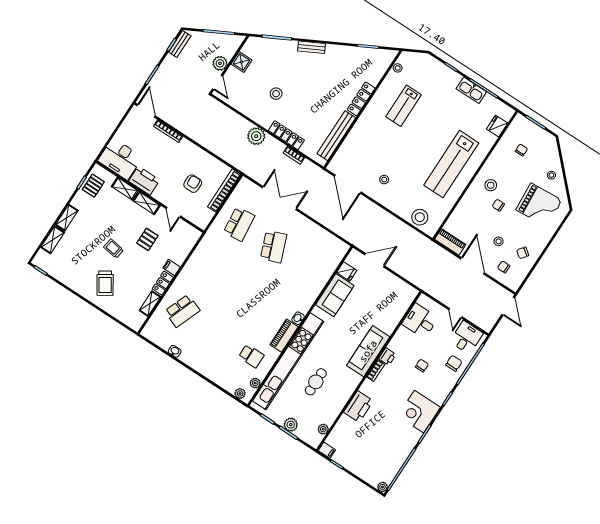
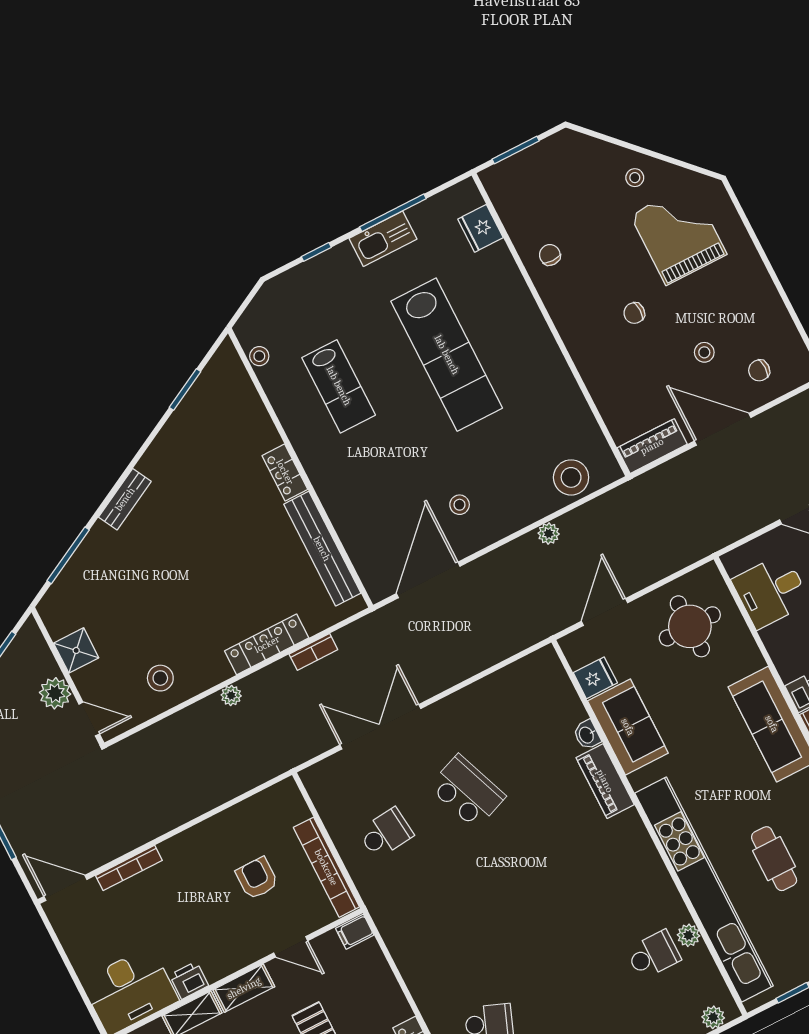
stool: (276, 94) -> (160, 678), moved
locker: (361, 99) -> (285, 472), width x0.66
plant: (256, 136) -> (231, 695), width x0.53, depth x0.53
chair: (521, 150) -> (550, 255), moved
lab bench: (451, 164) -> (447, 355), moved
printer: (144, 181) -> (189, 980), width x0.53, depth x0.68
door: (348, 184) -> (428, 580), swing flipped
stool: (491, 185) -> (587, 306), removed
bookcase: (224, 191) -> (326, 867), moved
grand piano: (539, 205) -> (678, 235), turned -86
plant: (393, 221) -> (549, 534), added
school desk: (239, 224) -> (386, 833), width x0.54
chair: (523, 253) -> (753, 318), removed
filing cabinet: (172, 267) -> (355, 932), moved
round table: (388, 297) -> (690, 626), added
washbasin: (298, 318) -> (587, 735), moved
piano: (284, 336) -> (605, 781), moved
plant: (255, 383) -> (689, 935), moved

